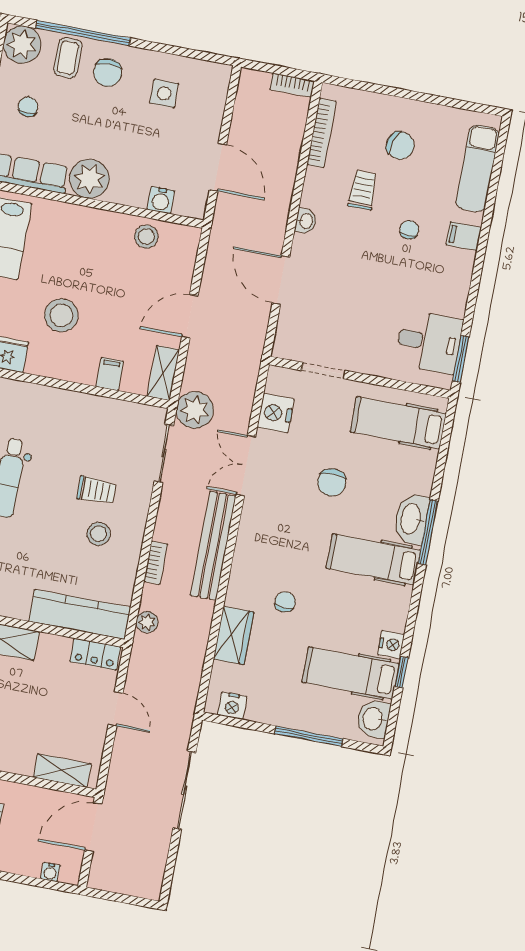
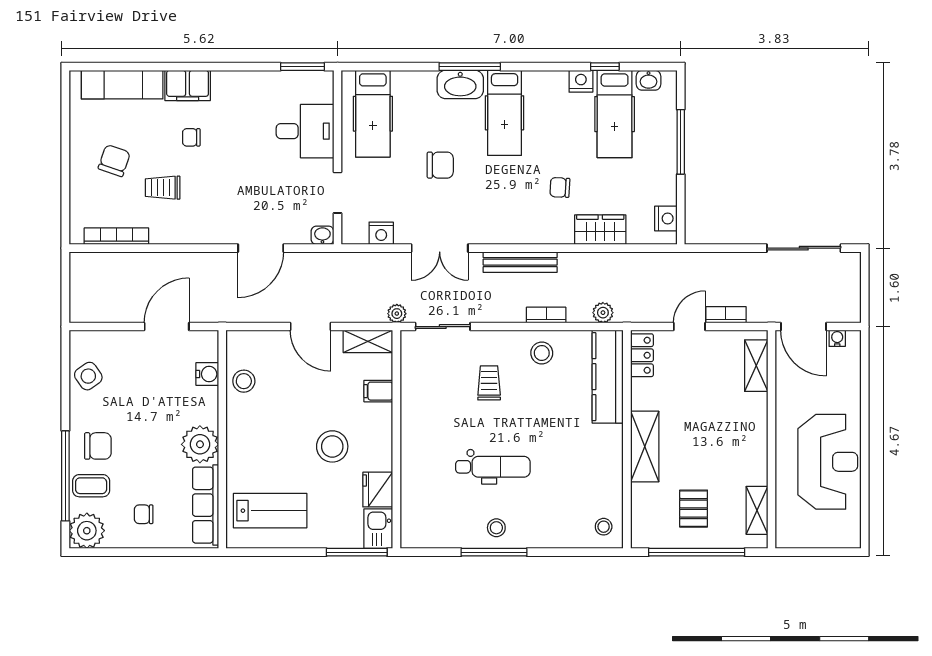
bookcase: (292, 85) -> (726, 315), moved, turned -90
side table: (164, 93) -> (88, 376), moved, turned -35
washbasin: (306, 221) -> (322, 235), moved
filing cabinet: (464, 236) -> (188, 85), width x2.00
desk: (429, 342) -> (305, 131), moved, turned 90
plant: (195, 410) -> (397, 314), width x0.53, depth x0.53
nightstand: (276, 413) -> (381, 233), width x0.74, depth x0.75
stool: (99, 534) -> (542, 353), moved
bench: (213, 546) -> (520, 262), width x0.73, depth x0.82
washbasin: (373, 719) -> (649, 80), width x0.72, depth x0.69
sliding door: (184, 790) -> (804, 248), moved
water cooler: (50, 872) -> (837, 338), moved, turned -90

